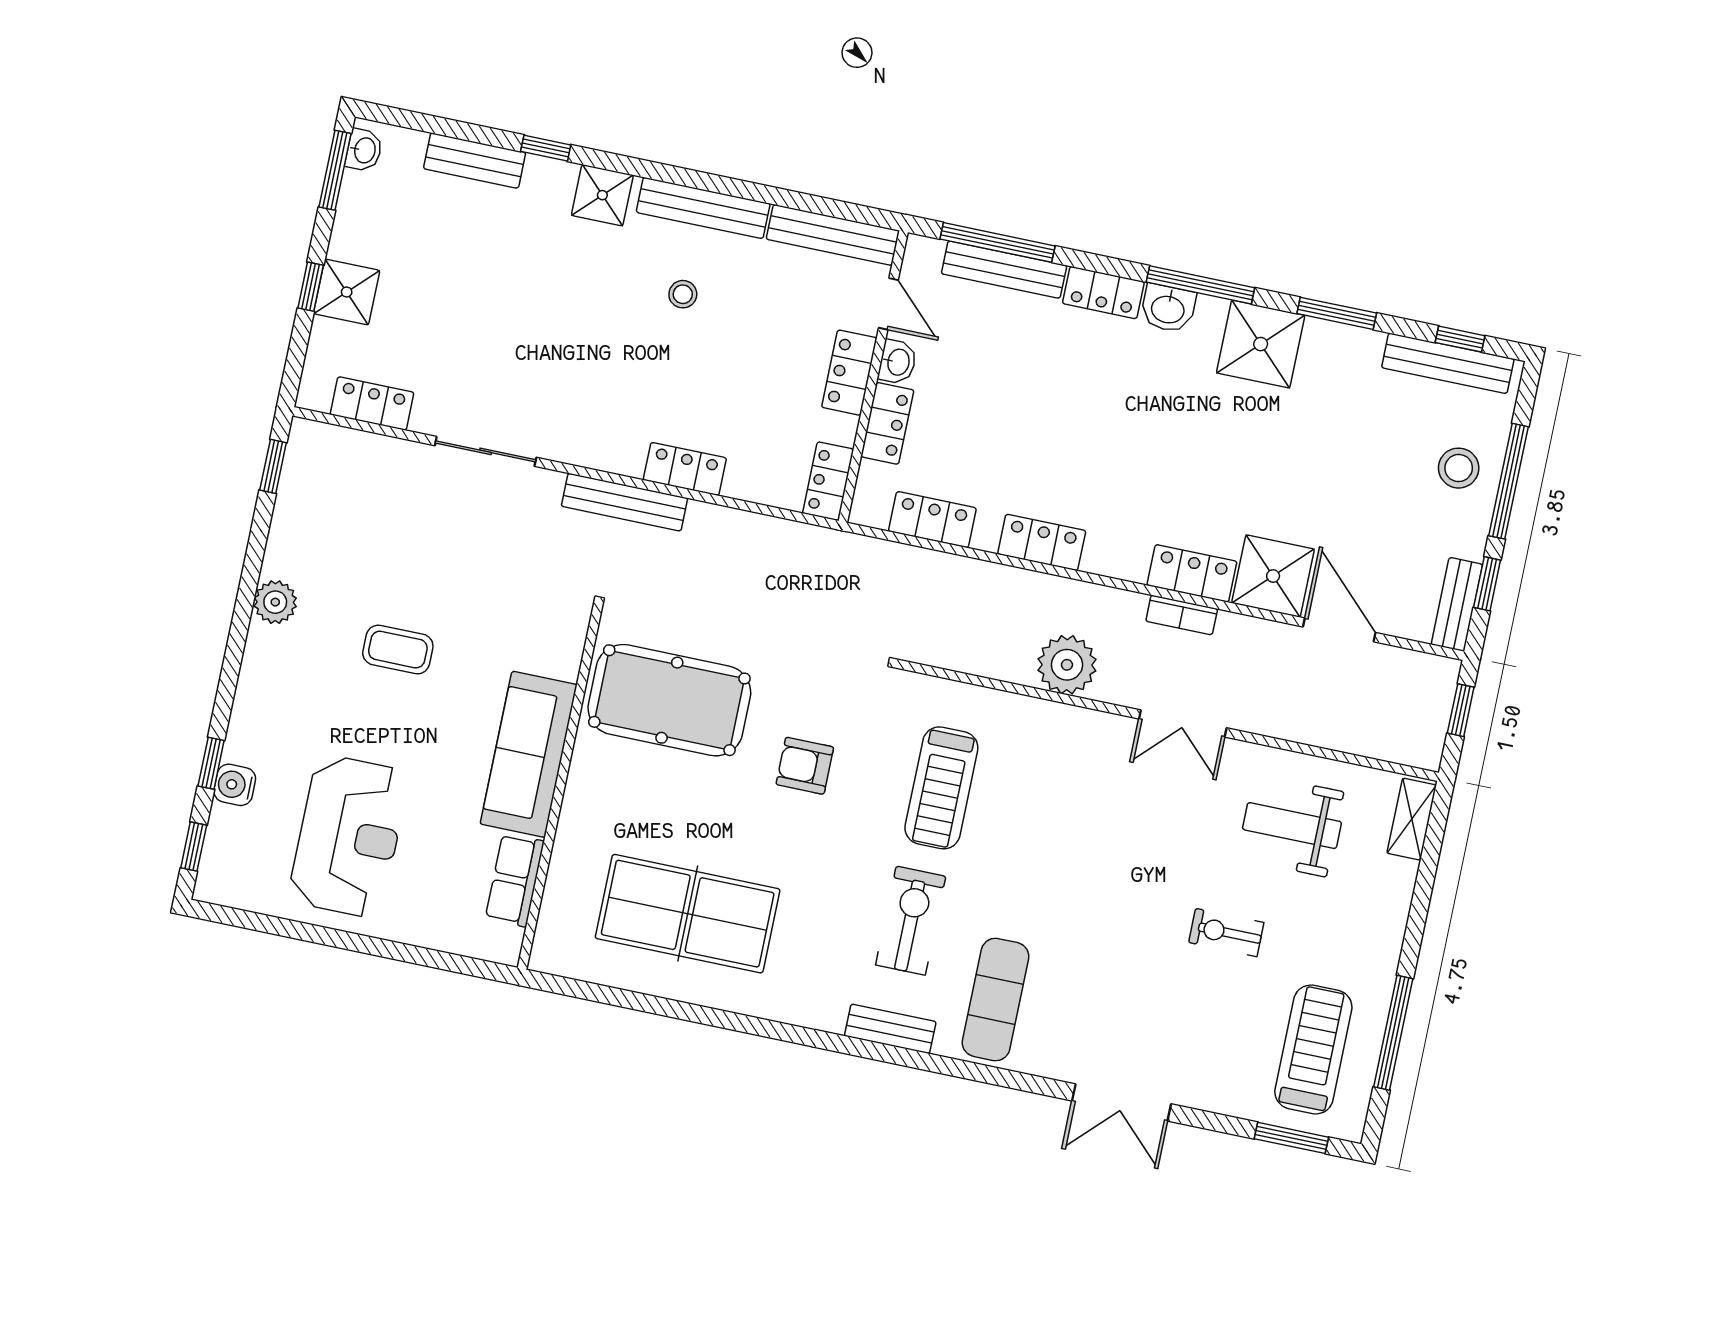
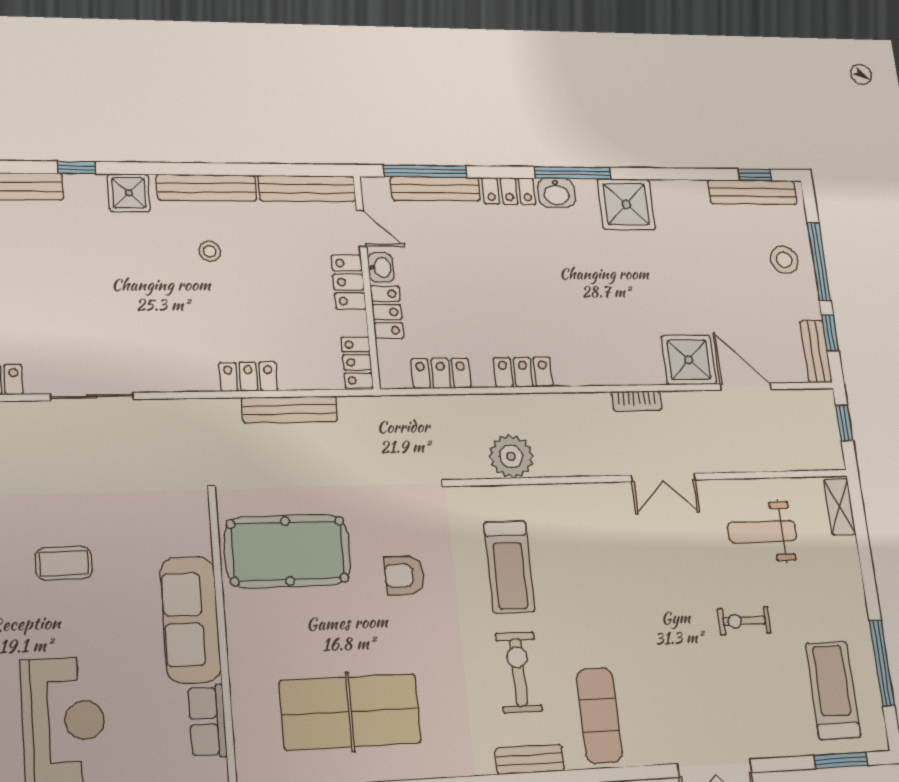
window: (1337, 313) -> (669, 174), removed
bench: (625, 502) -> (290, 409), moved
locker: (1192, 573) -> (634, 370), removed
plant: (1067, 665) -> (511, 456), moved

